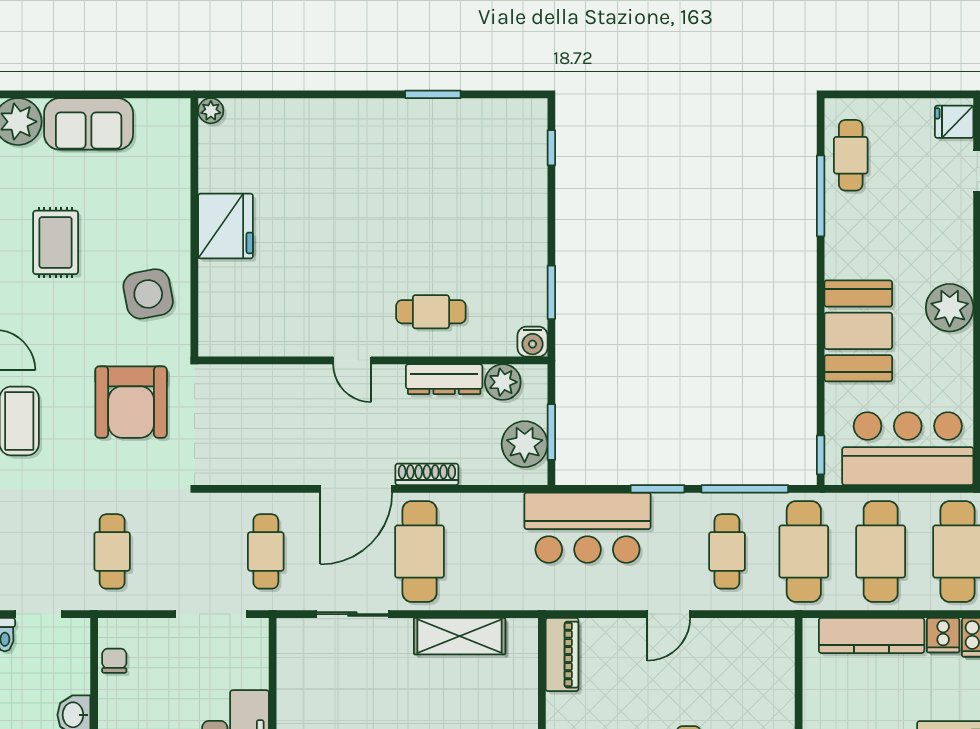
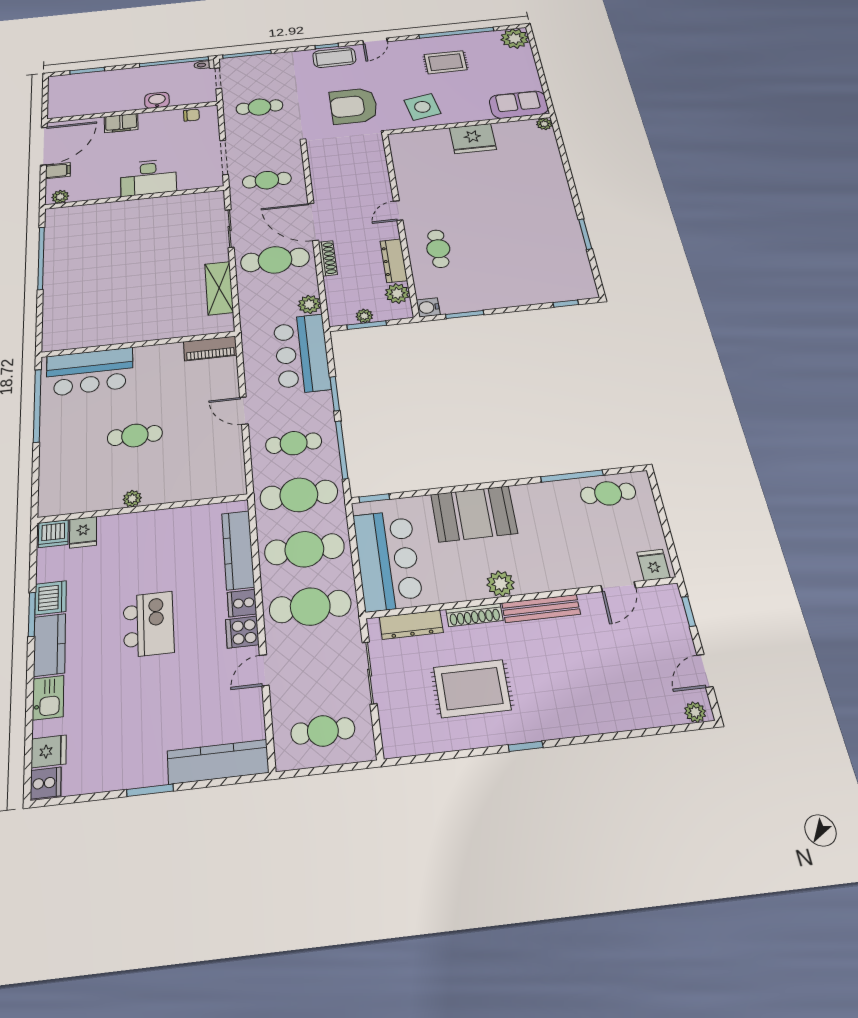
sofa: (89, 124) -> (519, 105), moved, turned 90
plant: (950, 308) -> (500, 584), width x0.73, depth x0.73
plant: (525, 444) -> (364, 316), width x0.53, depth x0.53
plant: (505, 509) -> (309, 304), added

